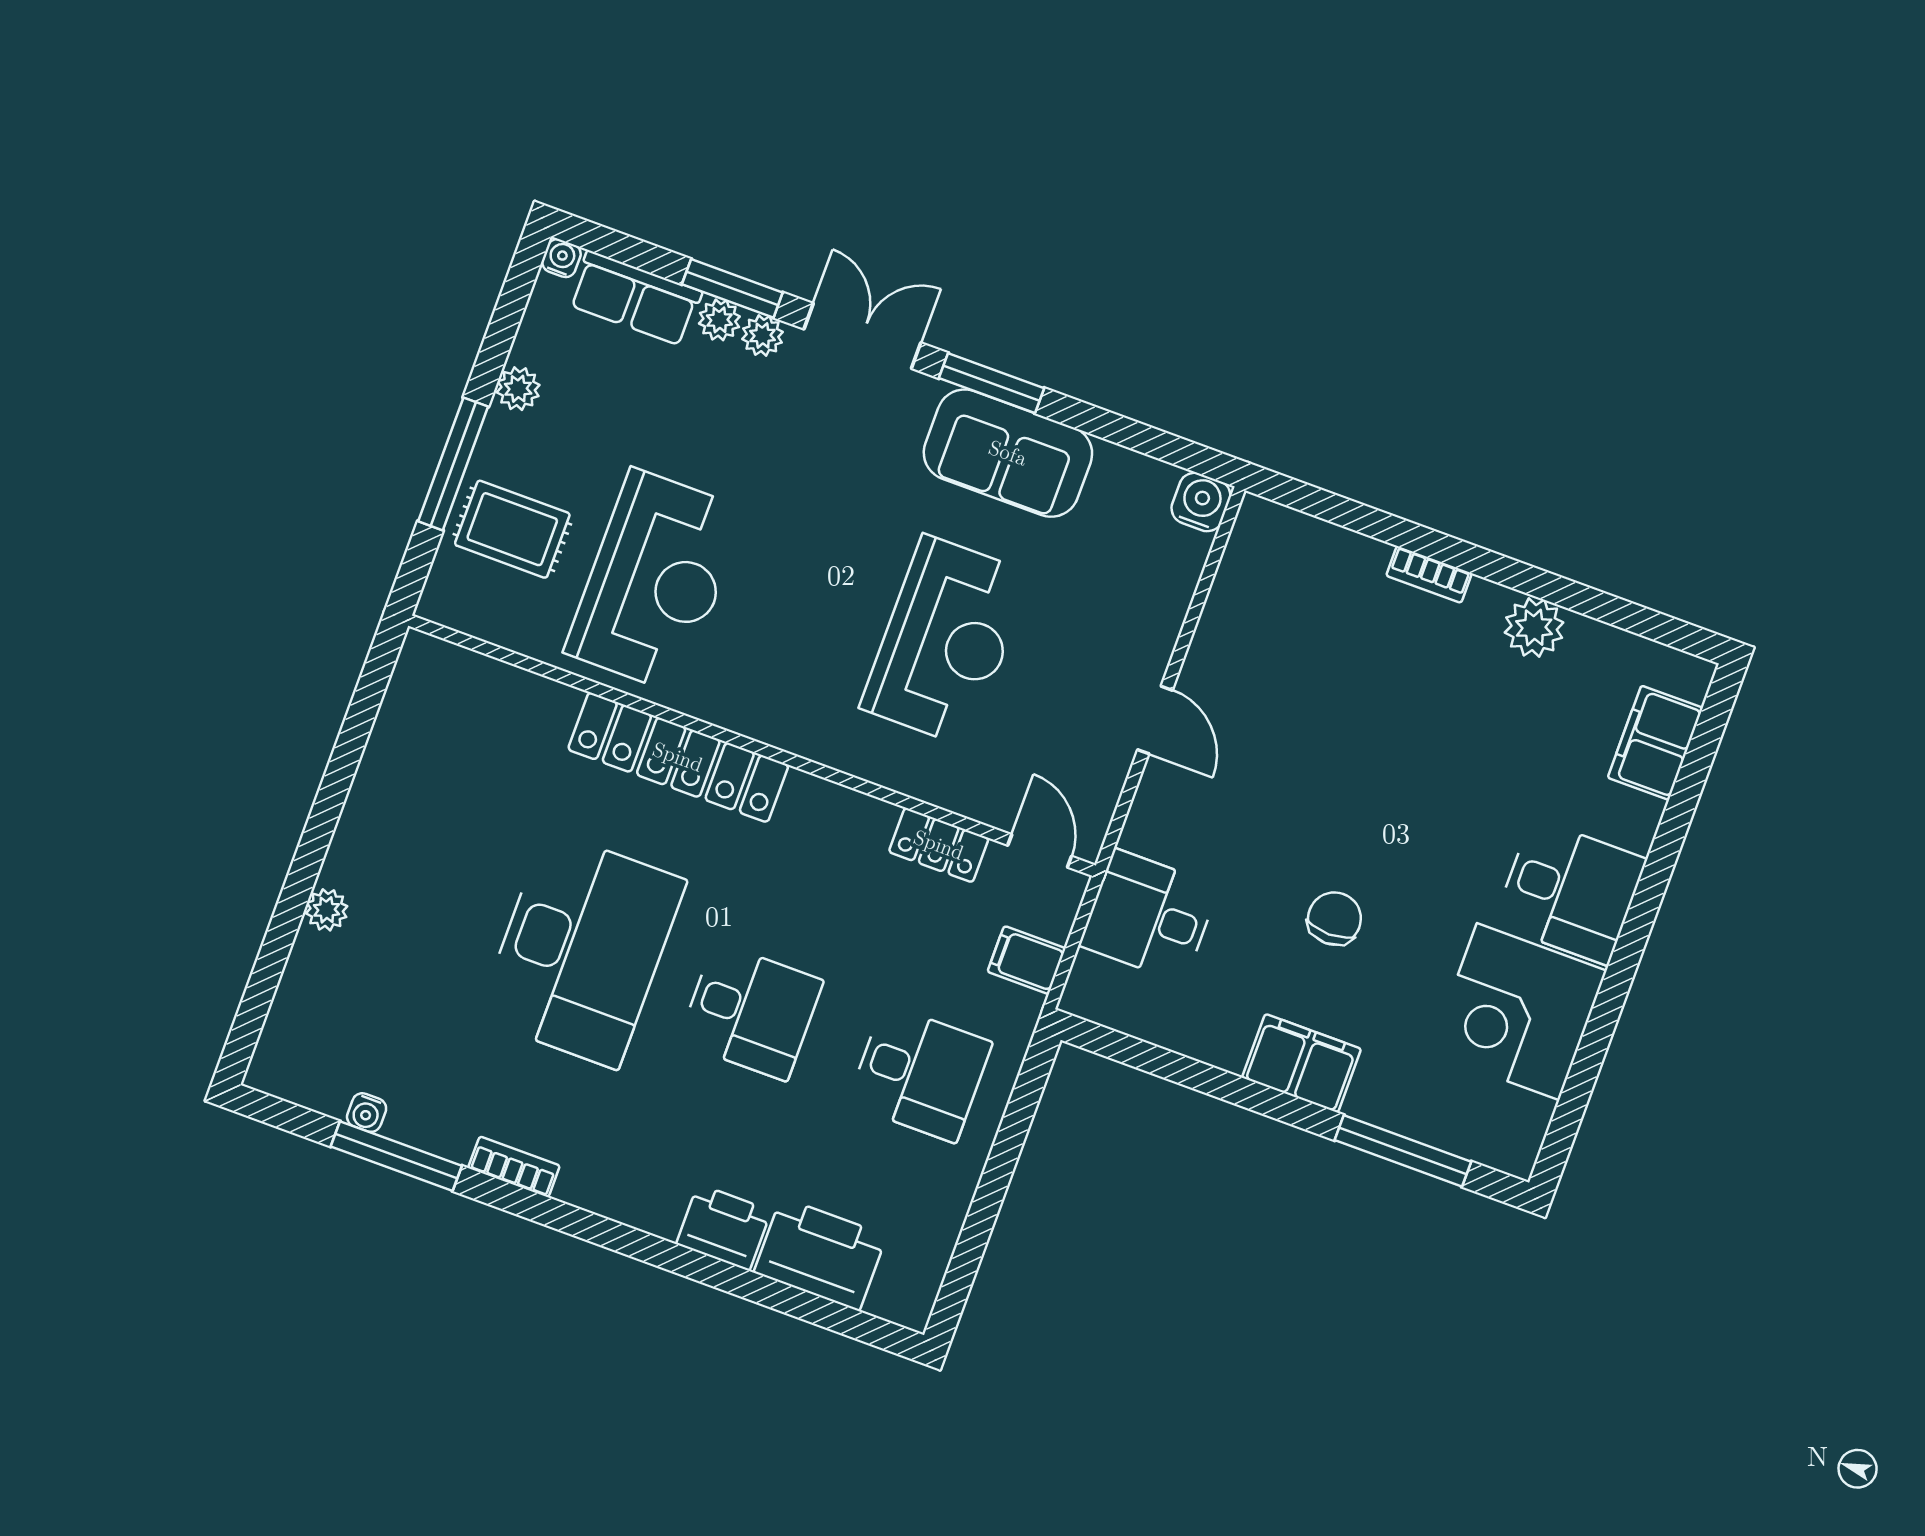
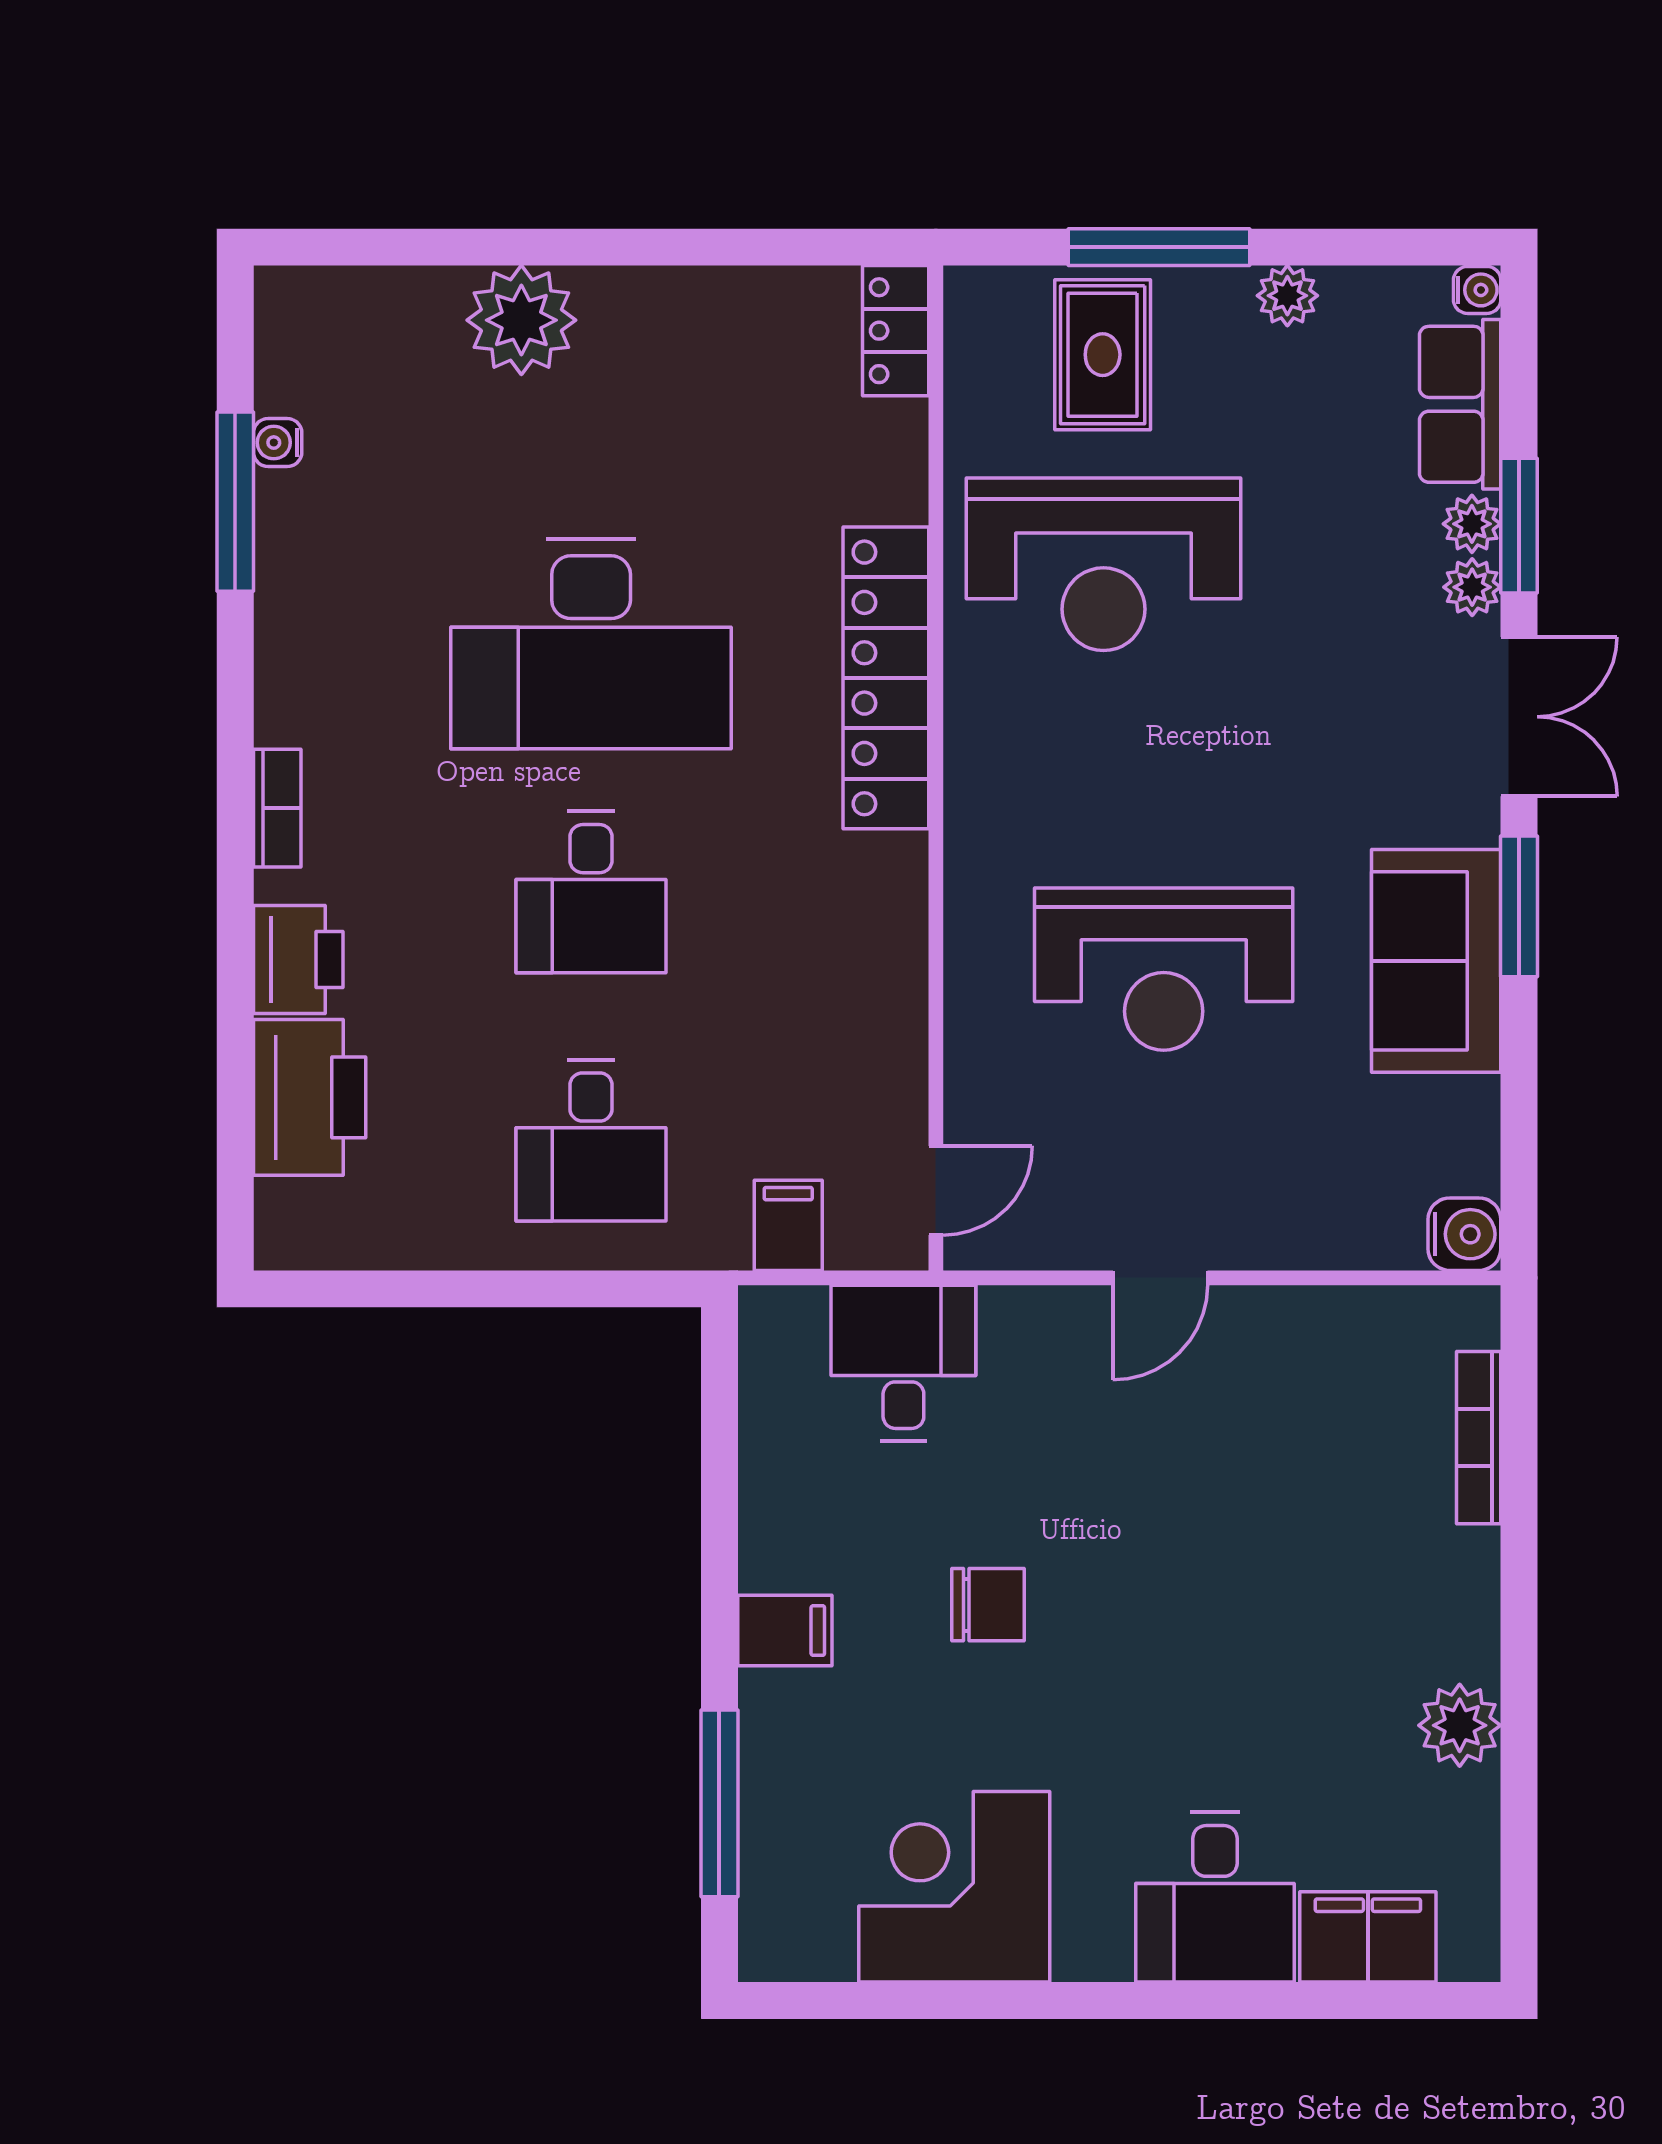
bookcase: (1429, 574) -> (1479, 1438), moved, width x1.56
locker: (939, 845) -> (896, 331), moved
desk: (1570, 892) -> (1215, 1897), moved
plant: (327, 910) -> (521, 320), width x1.88, depth x1.88
filing cabinet: (1302, 1063) -> (785, 1631), width x0.50
bookcase: (514, 1167) -> (277, 808), moved

